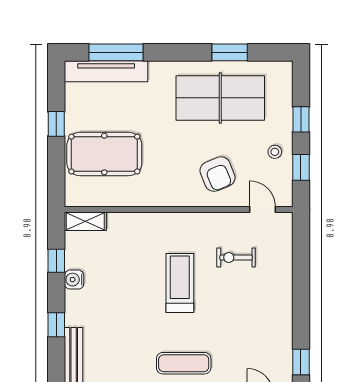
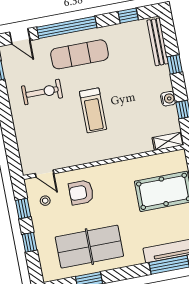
stool: (275, 152) -> (45, 201), moved
armchair: (217, 174) -> (81, 192), turned -68
exercise bike: (236, 257) -> (42, 92), moved, width x1.38, depth x1.39
exercise mat: (184, 363) -> (80, 54), width x1.36, depth x1.45

